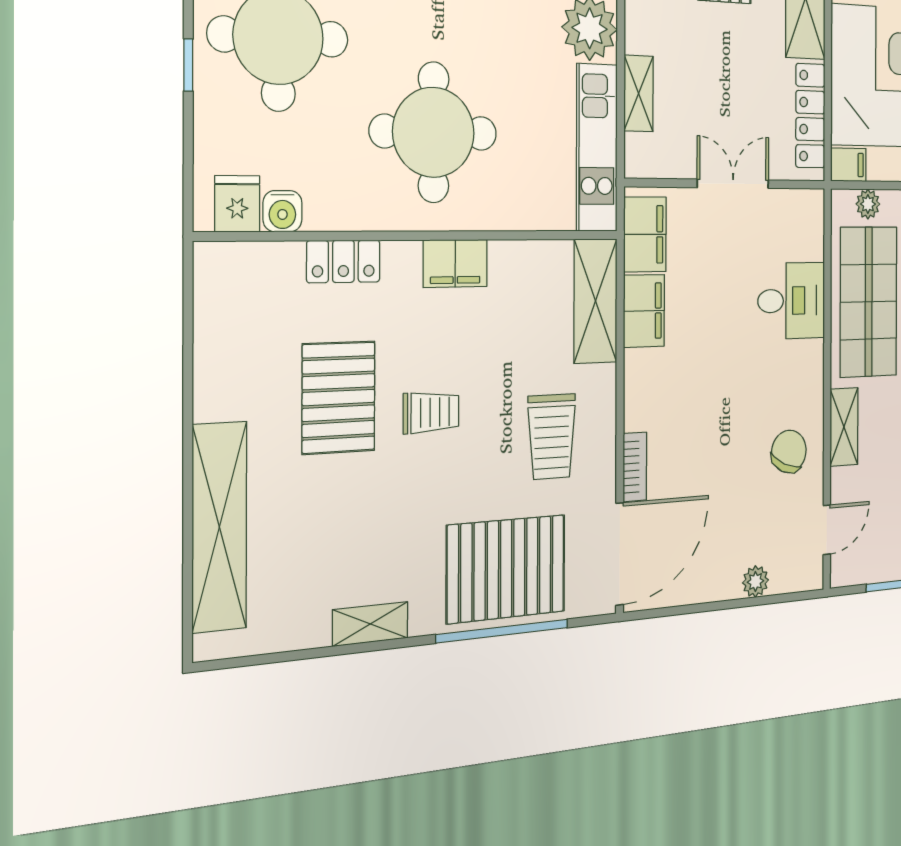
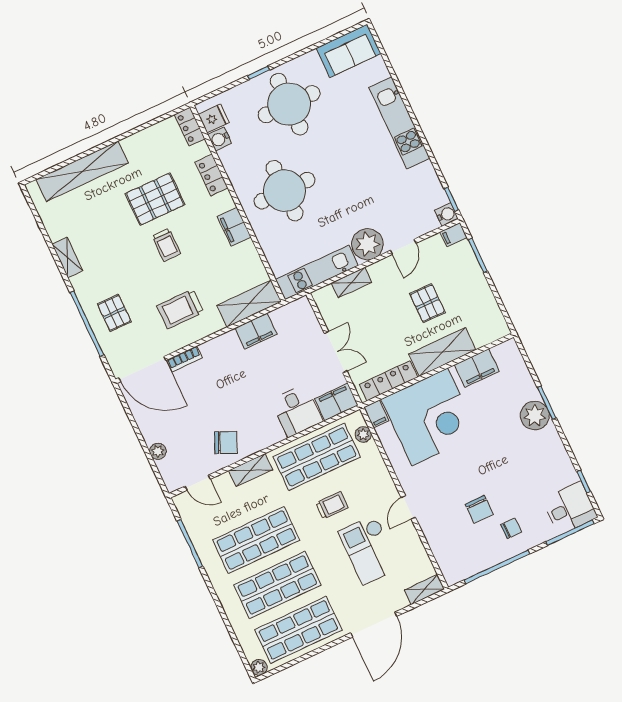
filing cabinet: (645, 234) -> (336, 402), moved, turned 180
locker: (231, 261) -> (190, 127), added
pallet: (506, 569) -> (114, 313), width x0.49, depth x0.50

